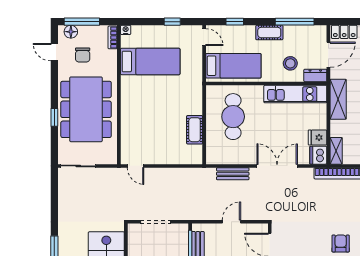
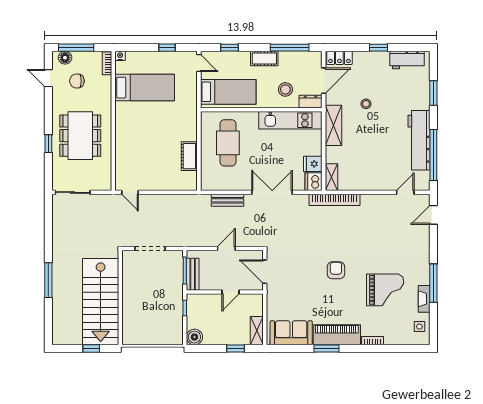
chair: (83, 55) -> (77, 81), turned 90
dining table: (86, 109) -> (80, 136), width x0.73, depth x0.80

